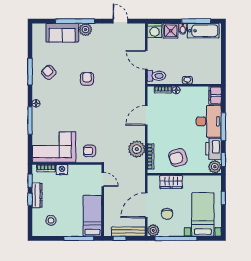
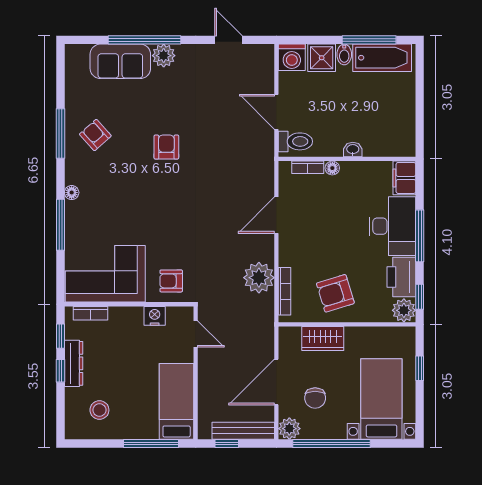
nightstand: (62, 170) -> (155, 316), moved

